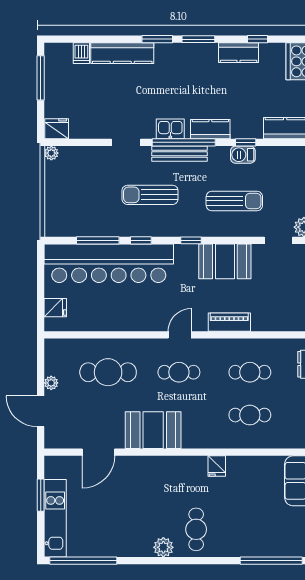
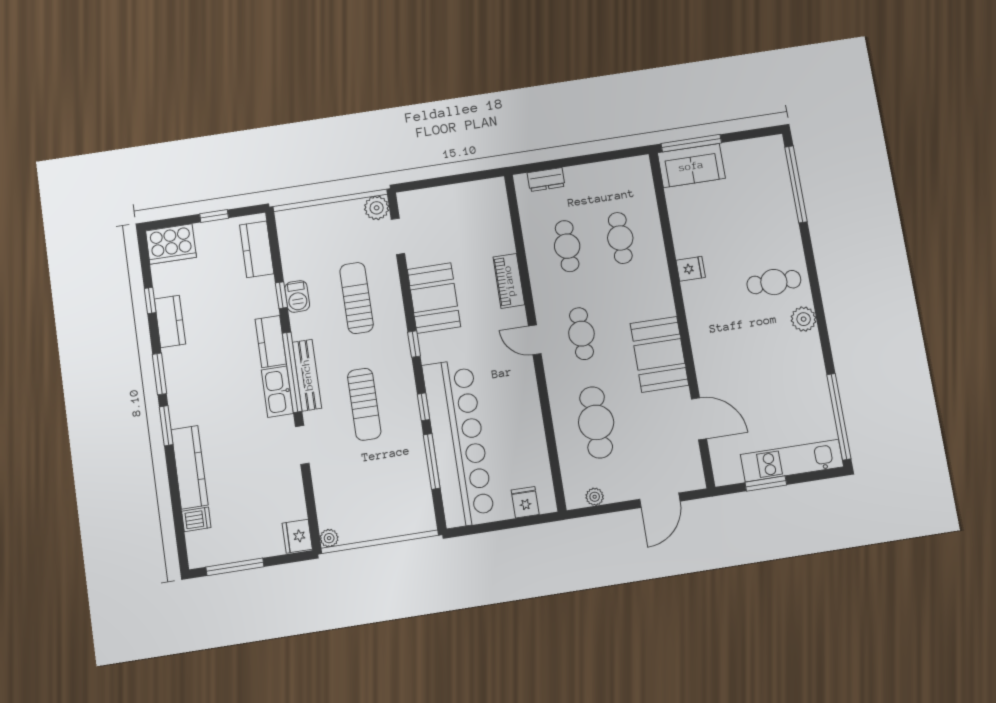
kitchen sink: (170, 129) -> (277, 392), width x1.38
plant: (51, 383) -> (595, 497), moved

